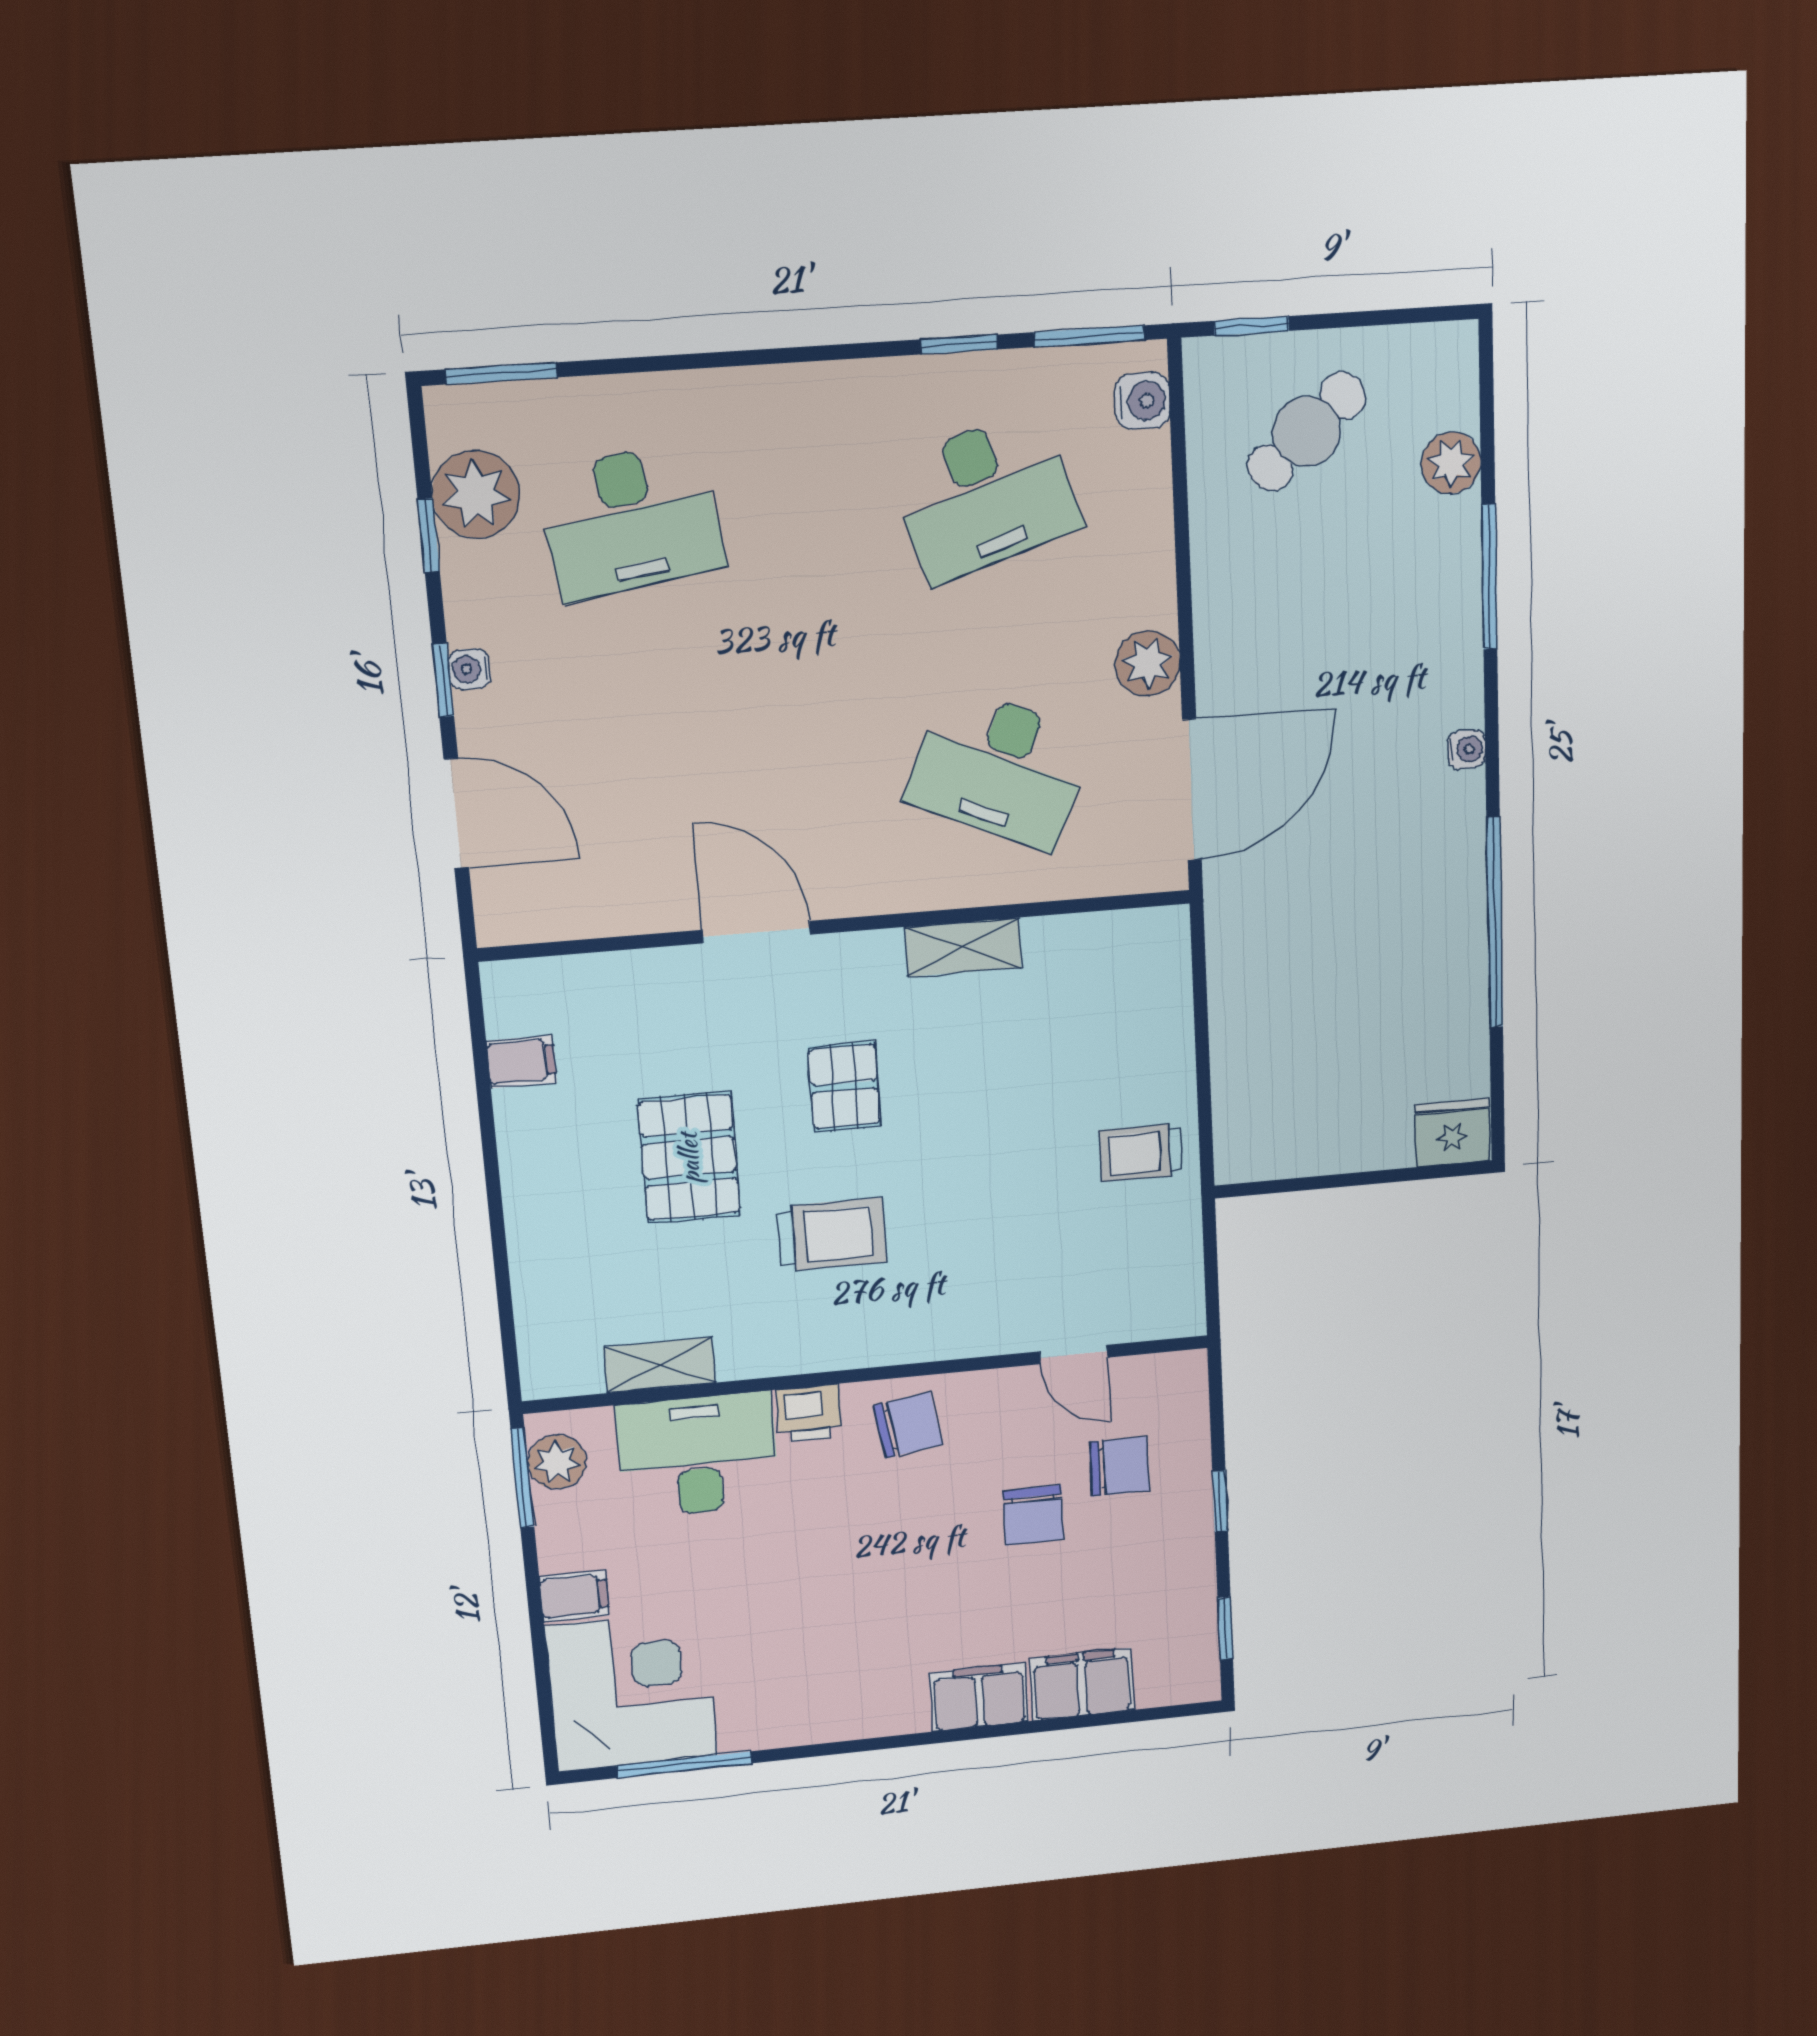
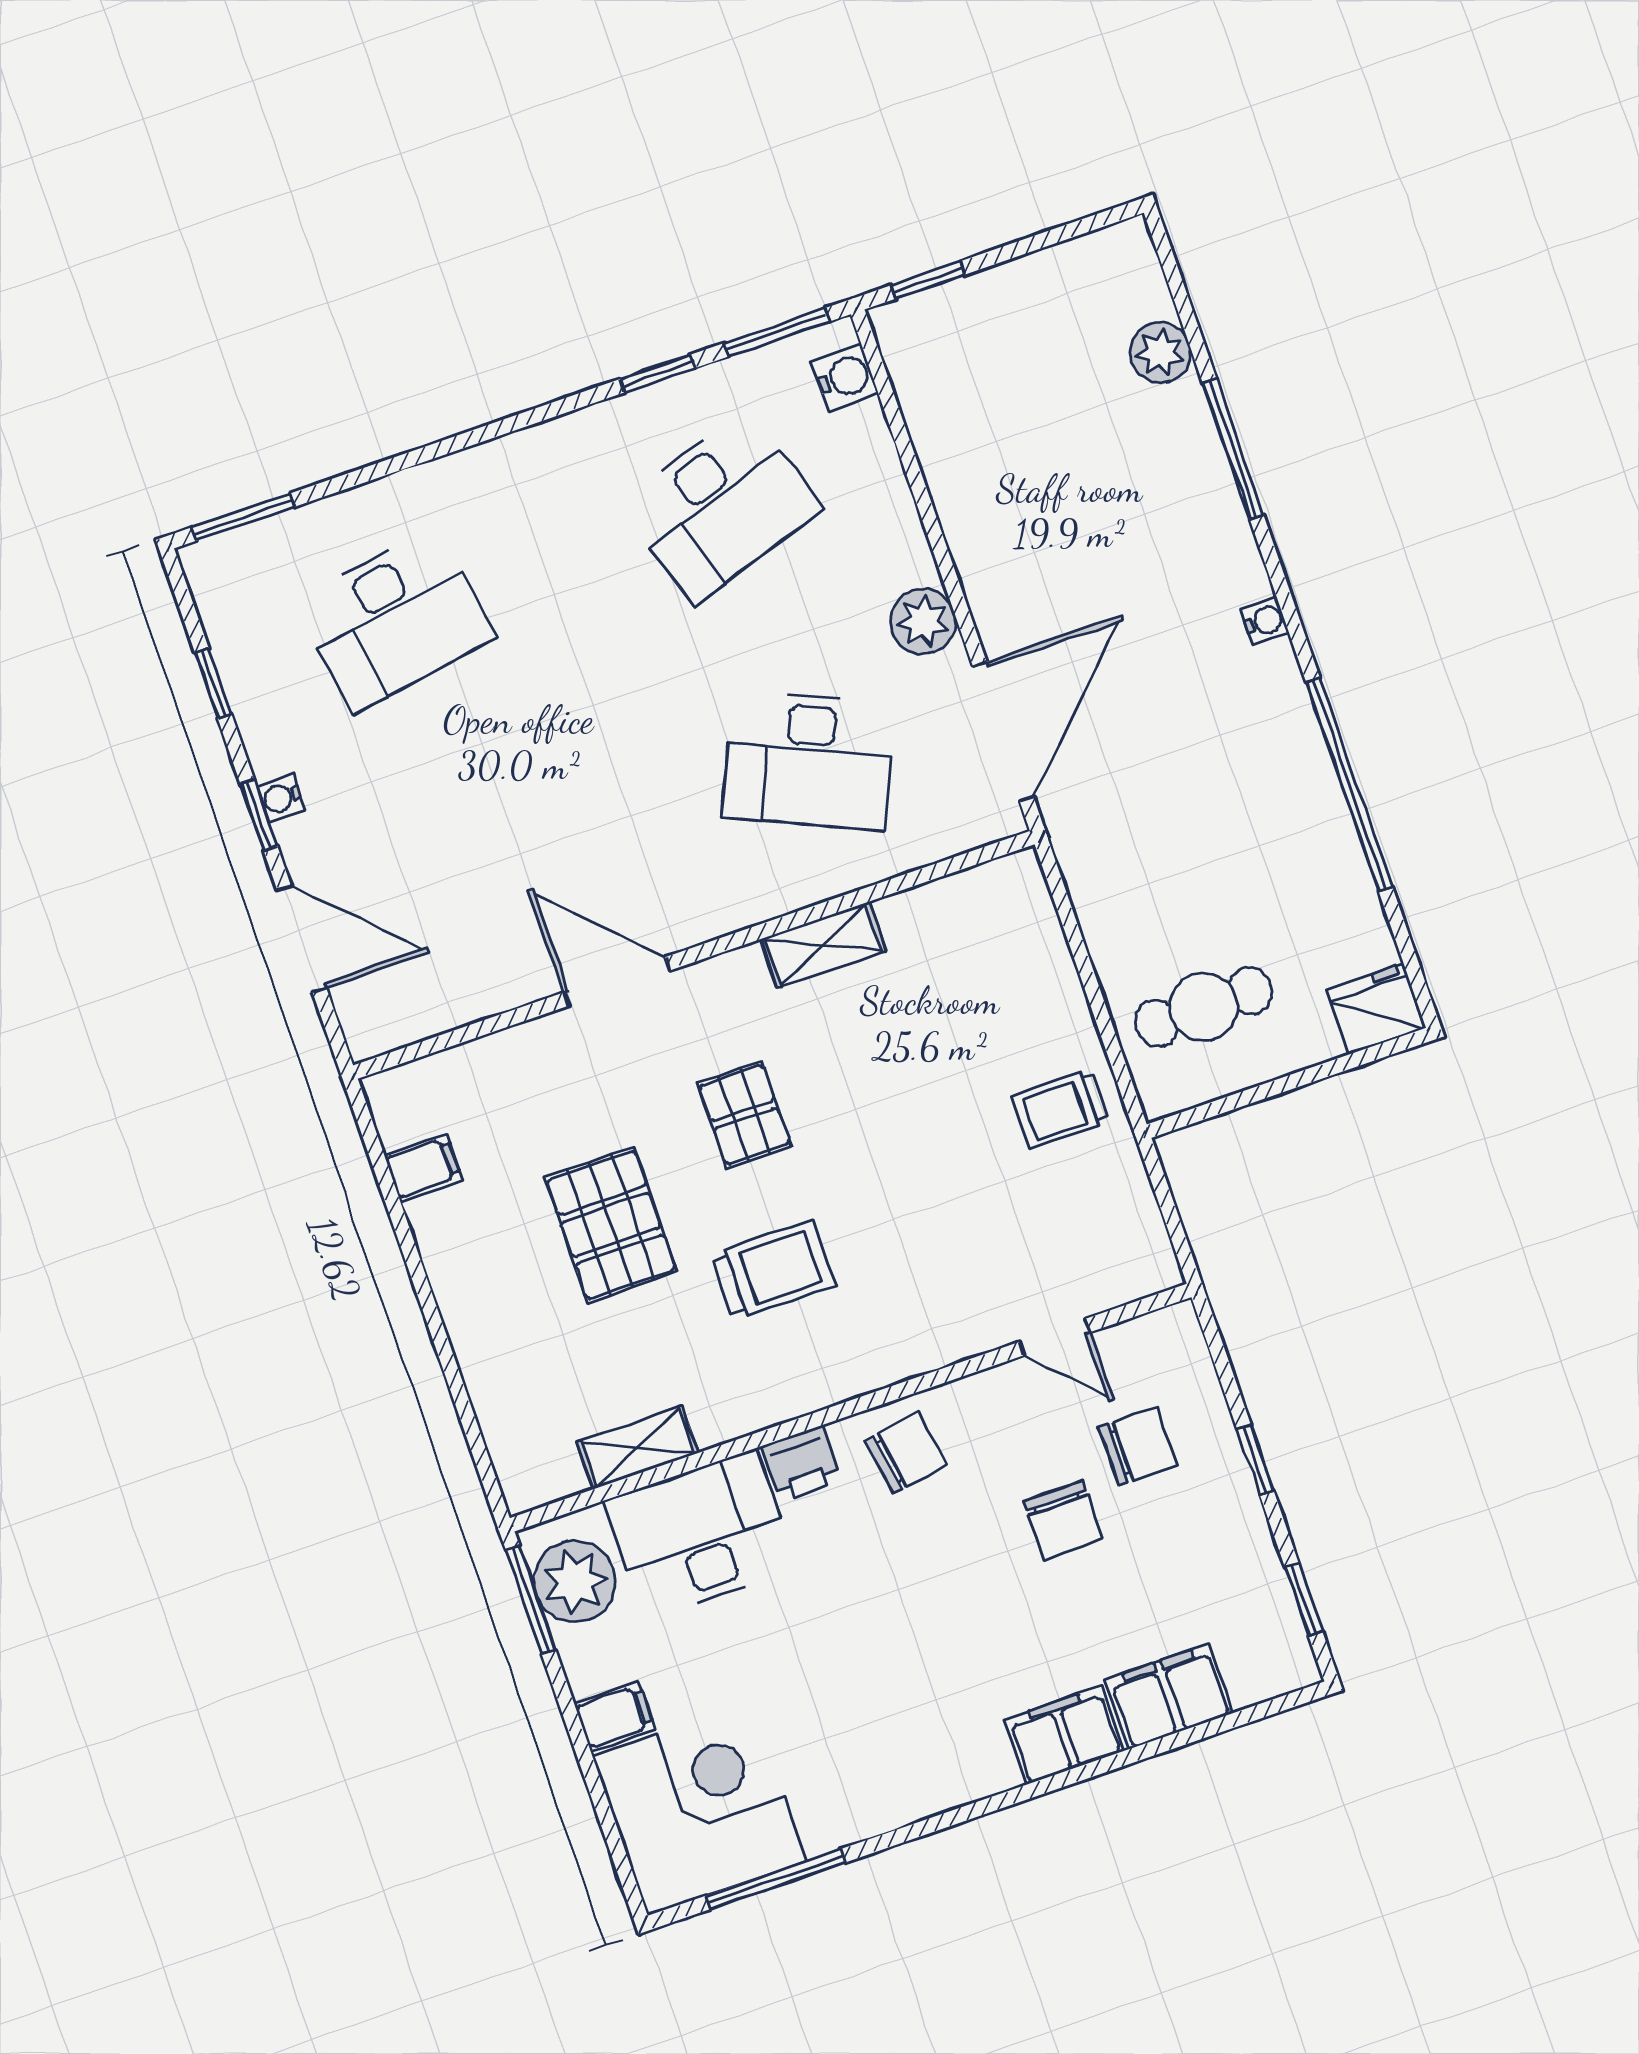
cafe table: (1306, 432) -> (1203, 1007), moved, turned 41
plant: (476, 494) -> (247, 633), removed
plant: (557, 1462) -> (575, 1582), width x1.36, depth x1.36

